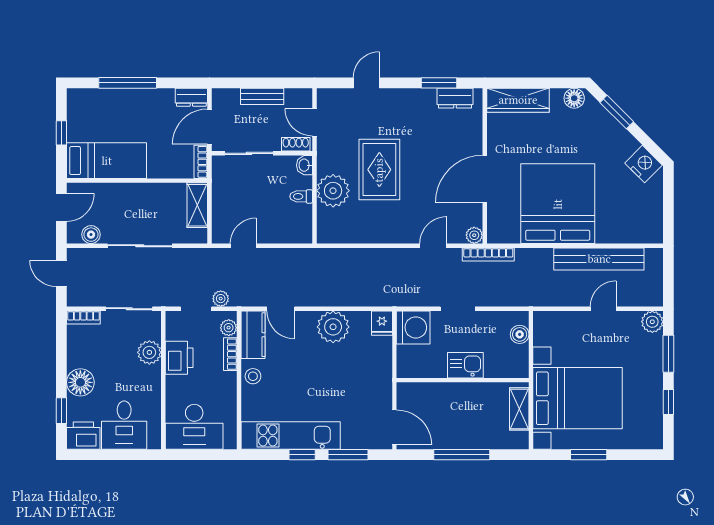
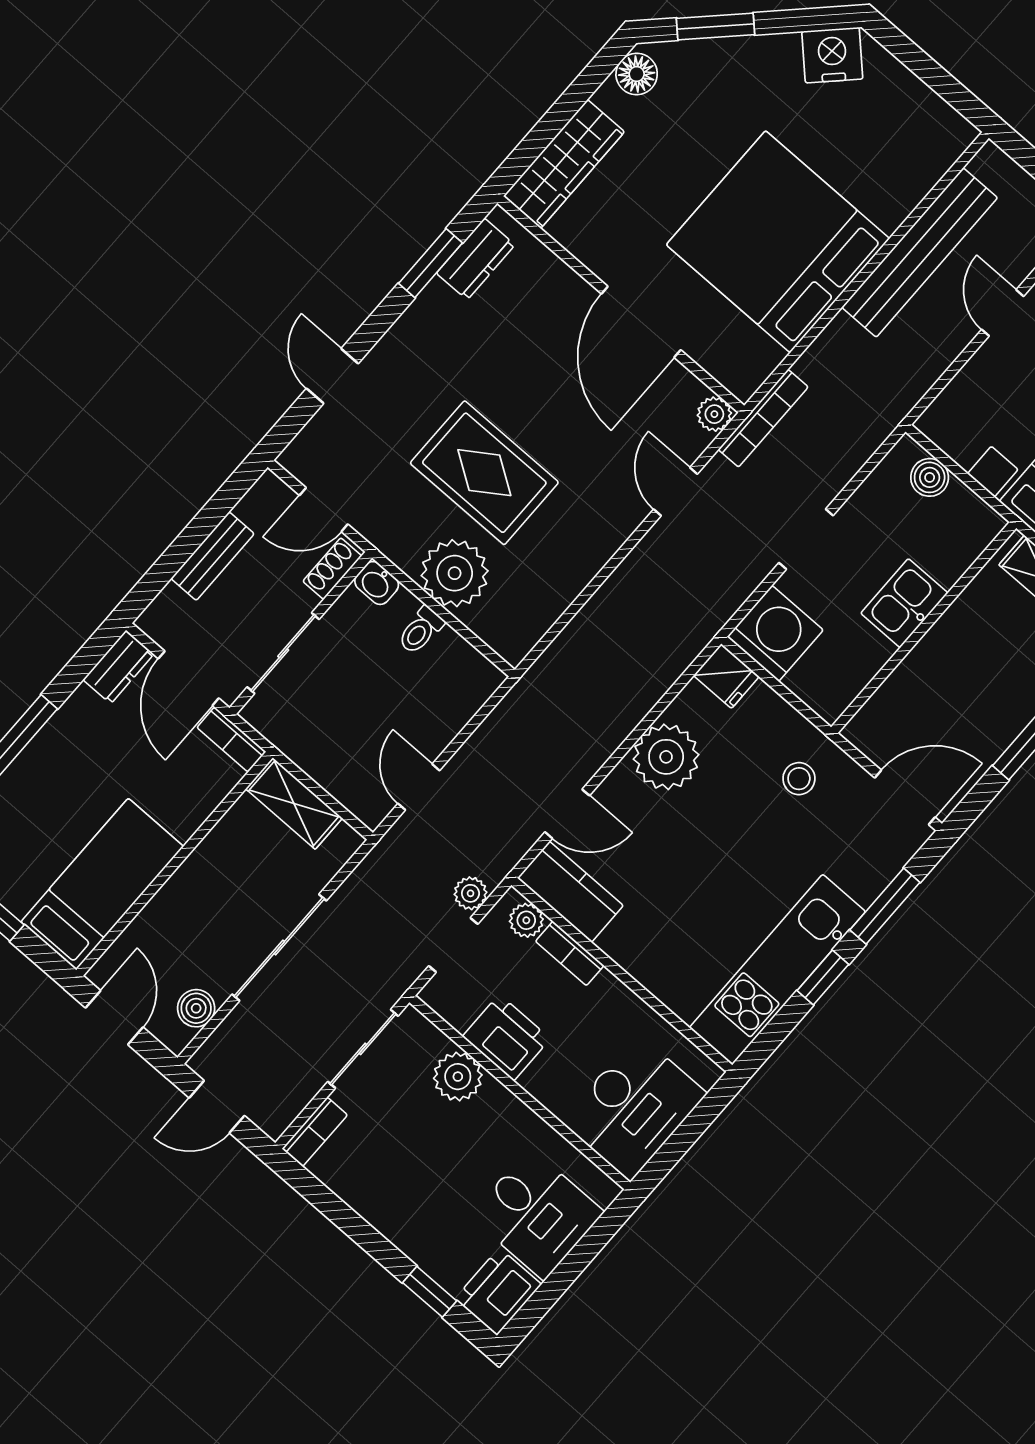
stool: (253, 376) -> (799, 779), moved
floor lamp: (80, 382) -> (411, 1224), removed

